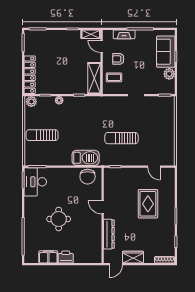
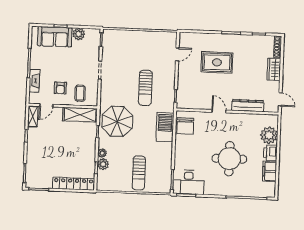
plant: (31, 102) -> (103, 164), moved
parasol: (89, 113) -> (117, 121), added
chair: (88, 177) -> (185, 126), turned 90
door: (103, 207) -> (219, 111), swing flipped
round table: (59, 219) -> (229, 159), width x1.36, depth x1.36
plant: (82, 255) -> (269, 135), added
wardrobe: (133, 257) -> (274, 69), moved

